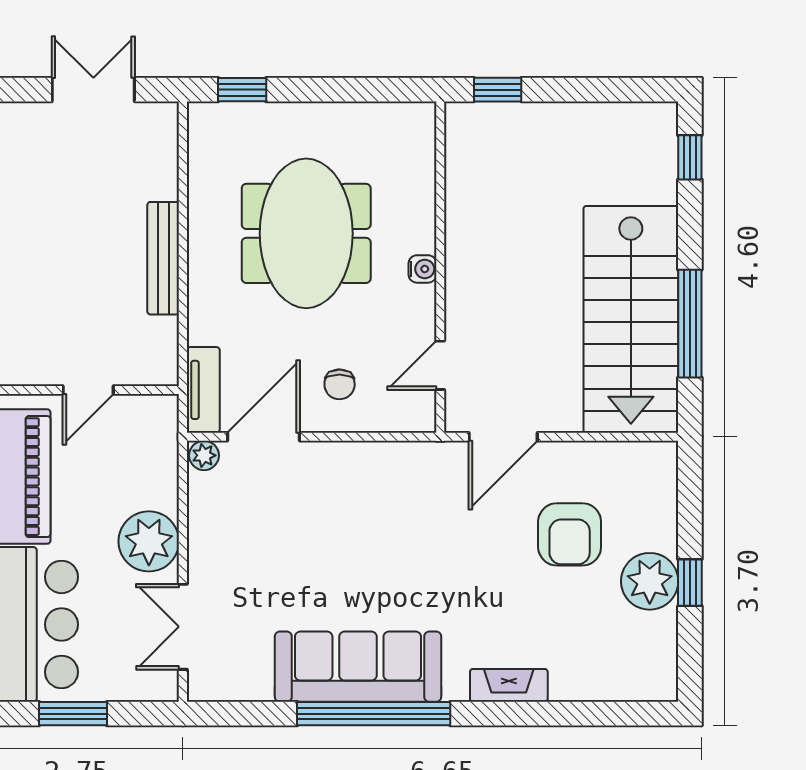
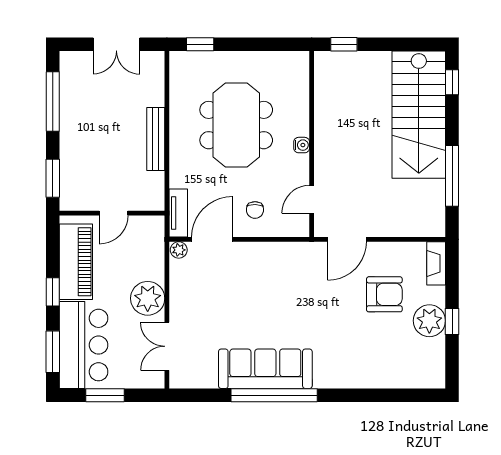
double door: (93, 90) -> (116, 44), swing flipped
stairs: (631, 319) -> (419, 115), moved
armchair: (570, 534) -> (384, 294), turned -90
fireplace: (509, 685) -> (436, 263), moved, turned -90

